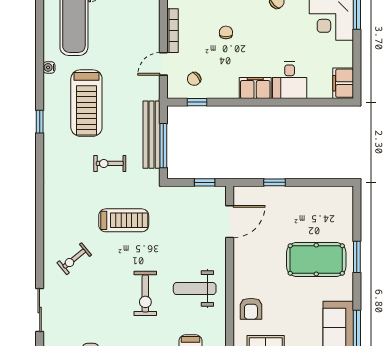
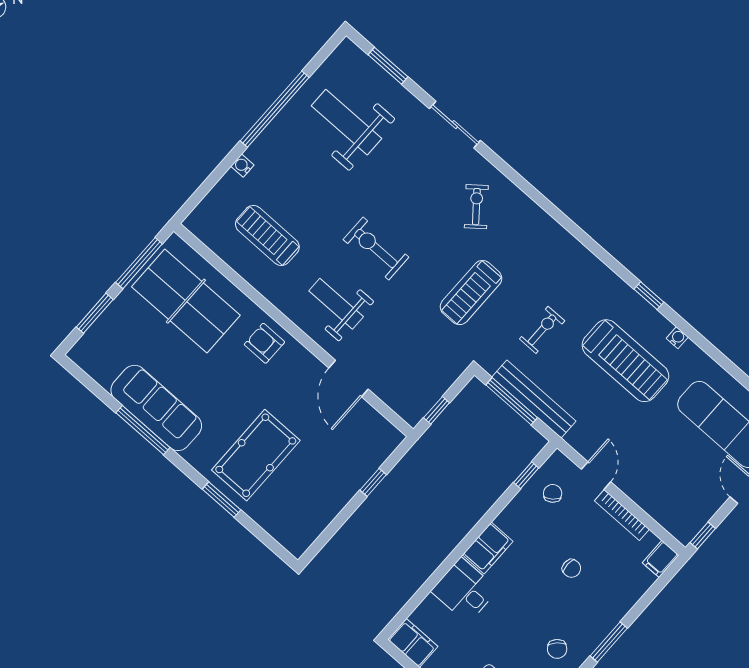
water cooler: (49, 67) -> (677, 338), moved
treadmill: (86, 103) -> (625, 361), turned 180
door: (230, 222) -> (348, 379), moved
weight bench: (195, 289) -> (336, 304), turned -90

